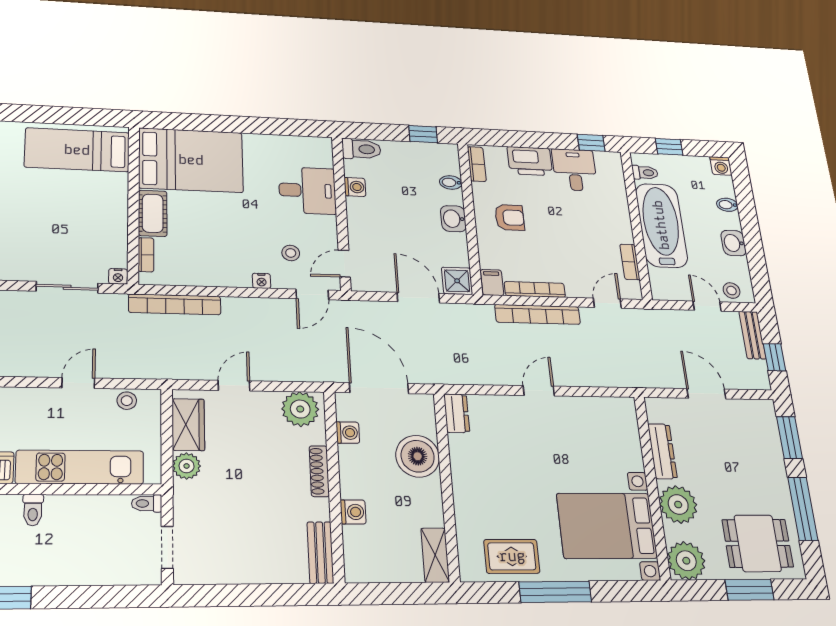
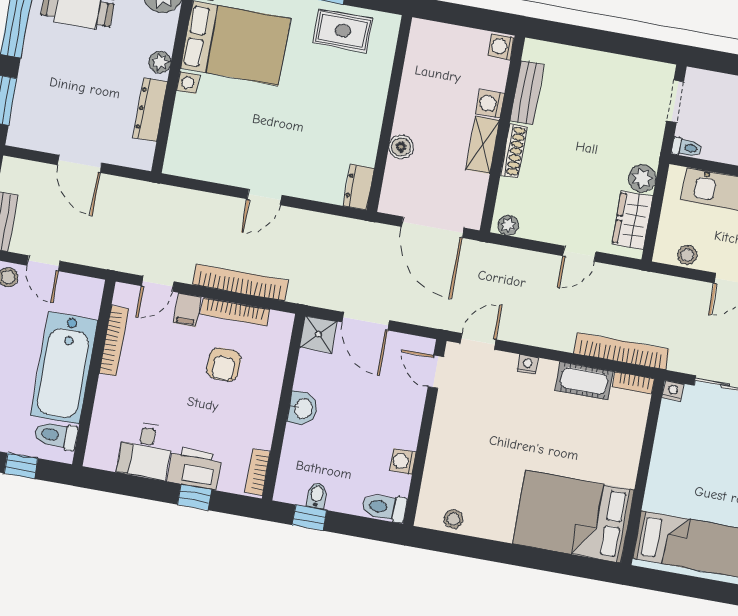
window: (591, 143) -> (194, 497), moved
toilet: (645, 173) -> (56, 435), width x1.37, depth x1.39
bidet: (451, 182) -> (317, 495), moved, turned -90
desk: (307, 190) -> (456, 464), removed
cot: (153, 213) -> (584, 381), moved, turned 90
armchair: (510, 217) -> (224, 364), moved, turned -90
stool: (291, 253) -> (453, 519), moved
bookcase: (146, 255) -> (634, 383), moved, turned -90
bookcase: (630, 262) -> (114, 341), width x1.56
door: (344, 264) -> (436, 372), swing flipped
filing cabinet: (492, 282) -> (187, 310), moved
plant: (300, 409) -> (508, 225), width x0.53, depth x0.53
washing machine: (348, 433) -> (501, 47), moved
boiler: (418, 456) -> (401, 147), width x0.54, depth x0.54
plant: (678, 505) -> (160, 62), width x0.53, depth x0.53
bench: (320, 552) -> (527, 93), moved
shelving: (435, 555) -> (483, 145), moved

